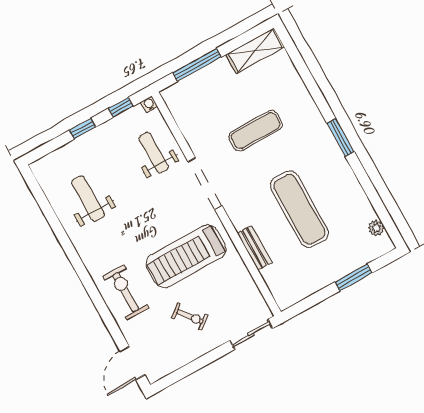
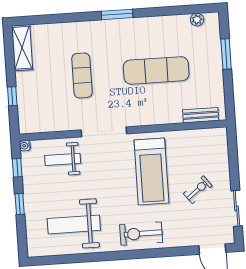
window: (197, 65) -> (12, 96), width x0.46
weight bench: (88, 199) -> (74, 224), width x1.36, depth x1.33
bench: (255, 248) -> (201, 115), moved
exercise bike: (126, 292) -> (141, 234), moved
sliding door: (251, 334) -> (237, 208), moved

